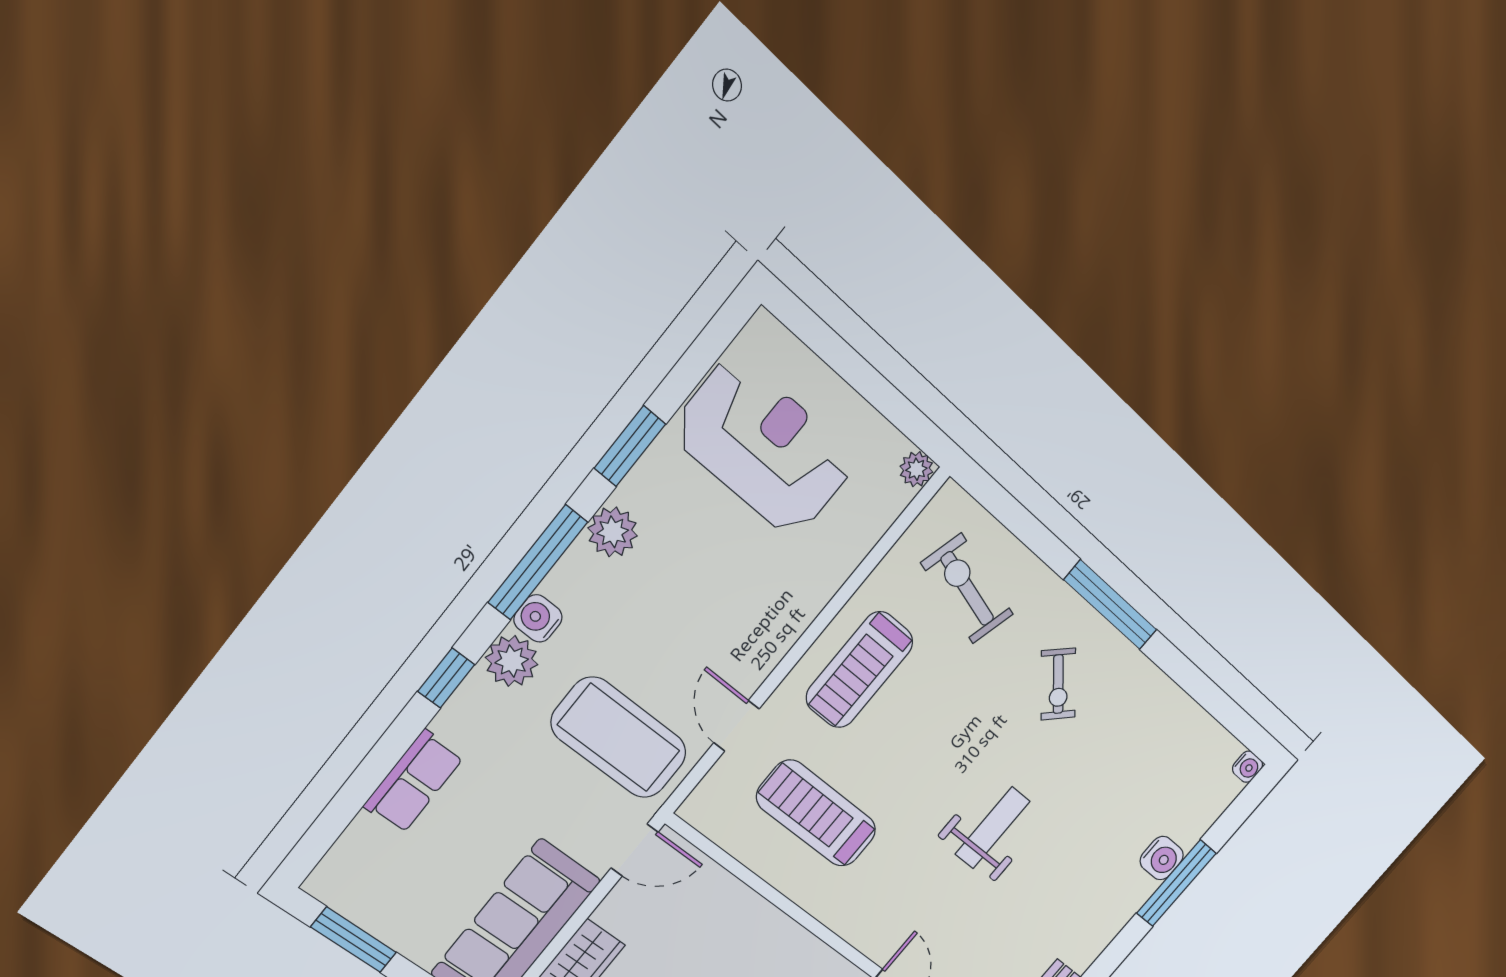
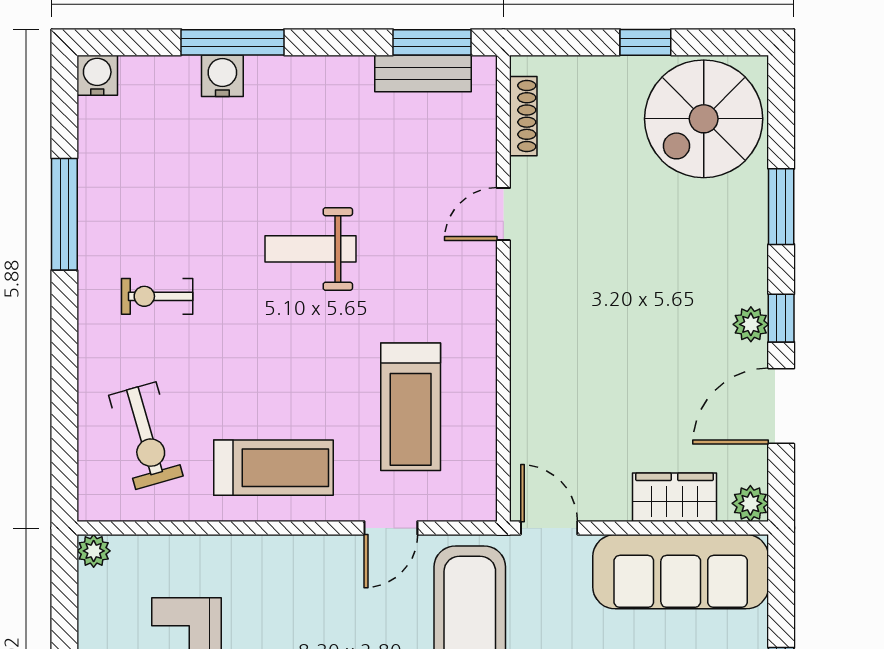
exercise bike: (967, 589) -> (146, 436), turned -31
window: (1110, 605) -> (64, 214), moved
exercise bike: (1058, 684) -> (157, 296), turned -137
water cooler: (1248, 767) -> (97, 75), width x1.38, depth x1.38

